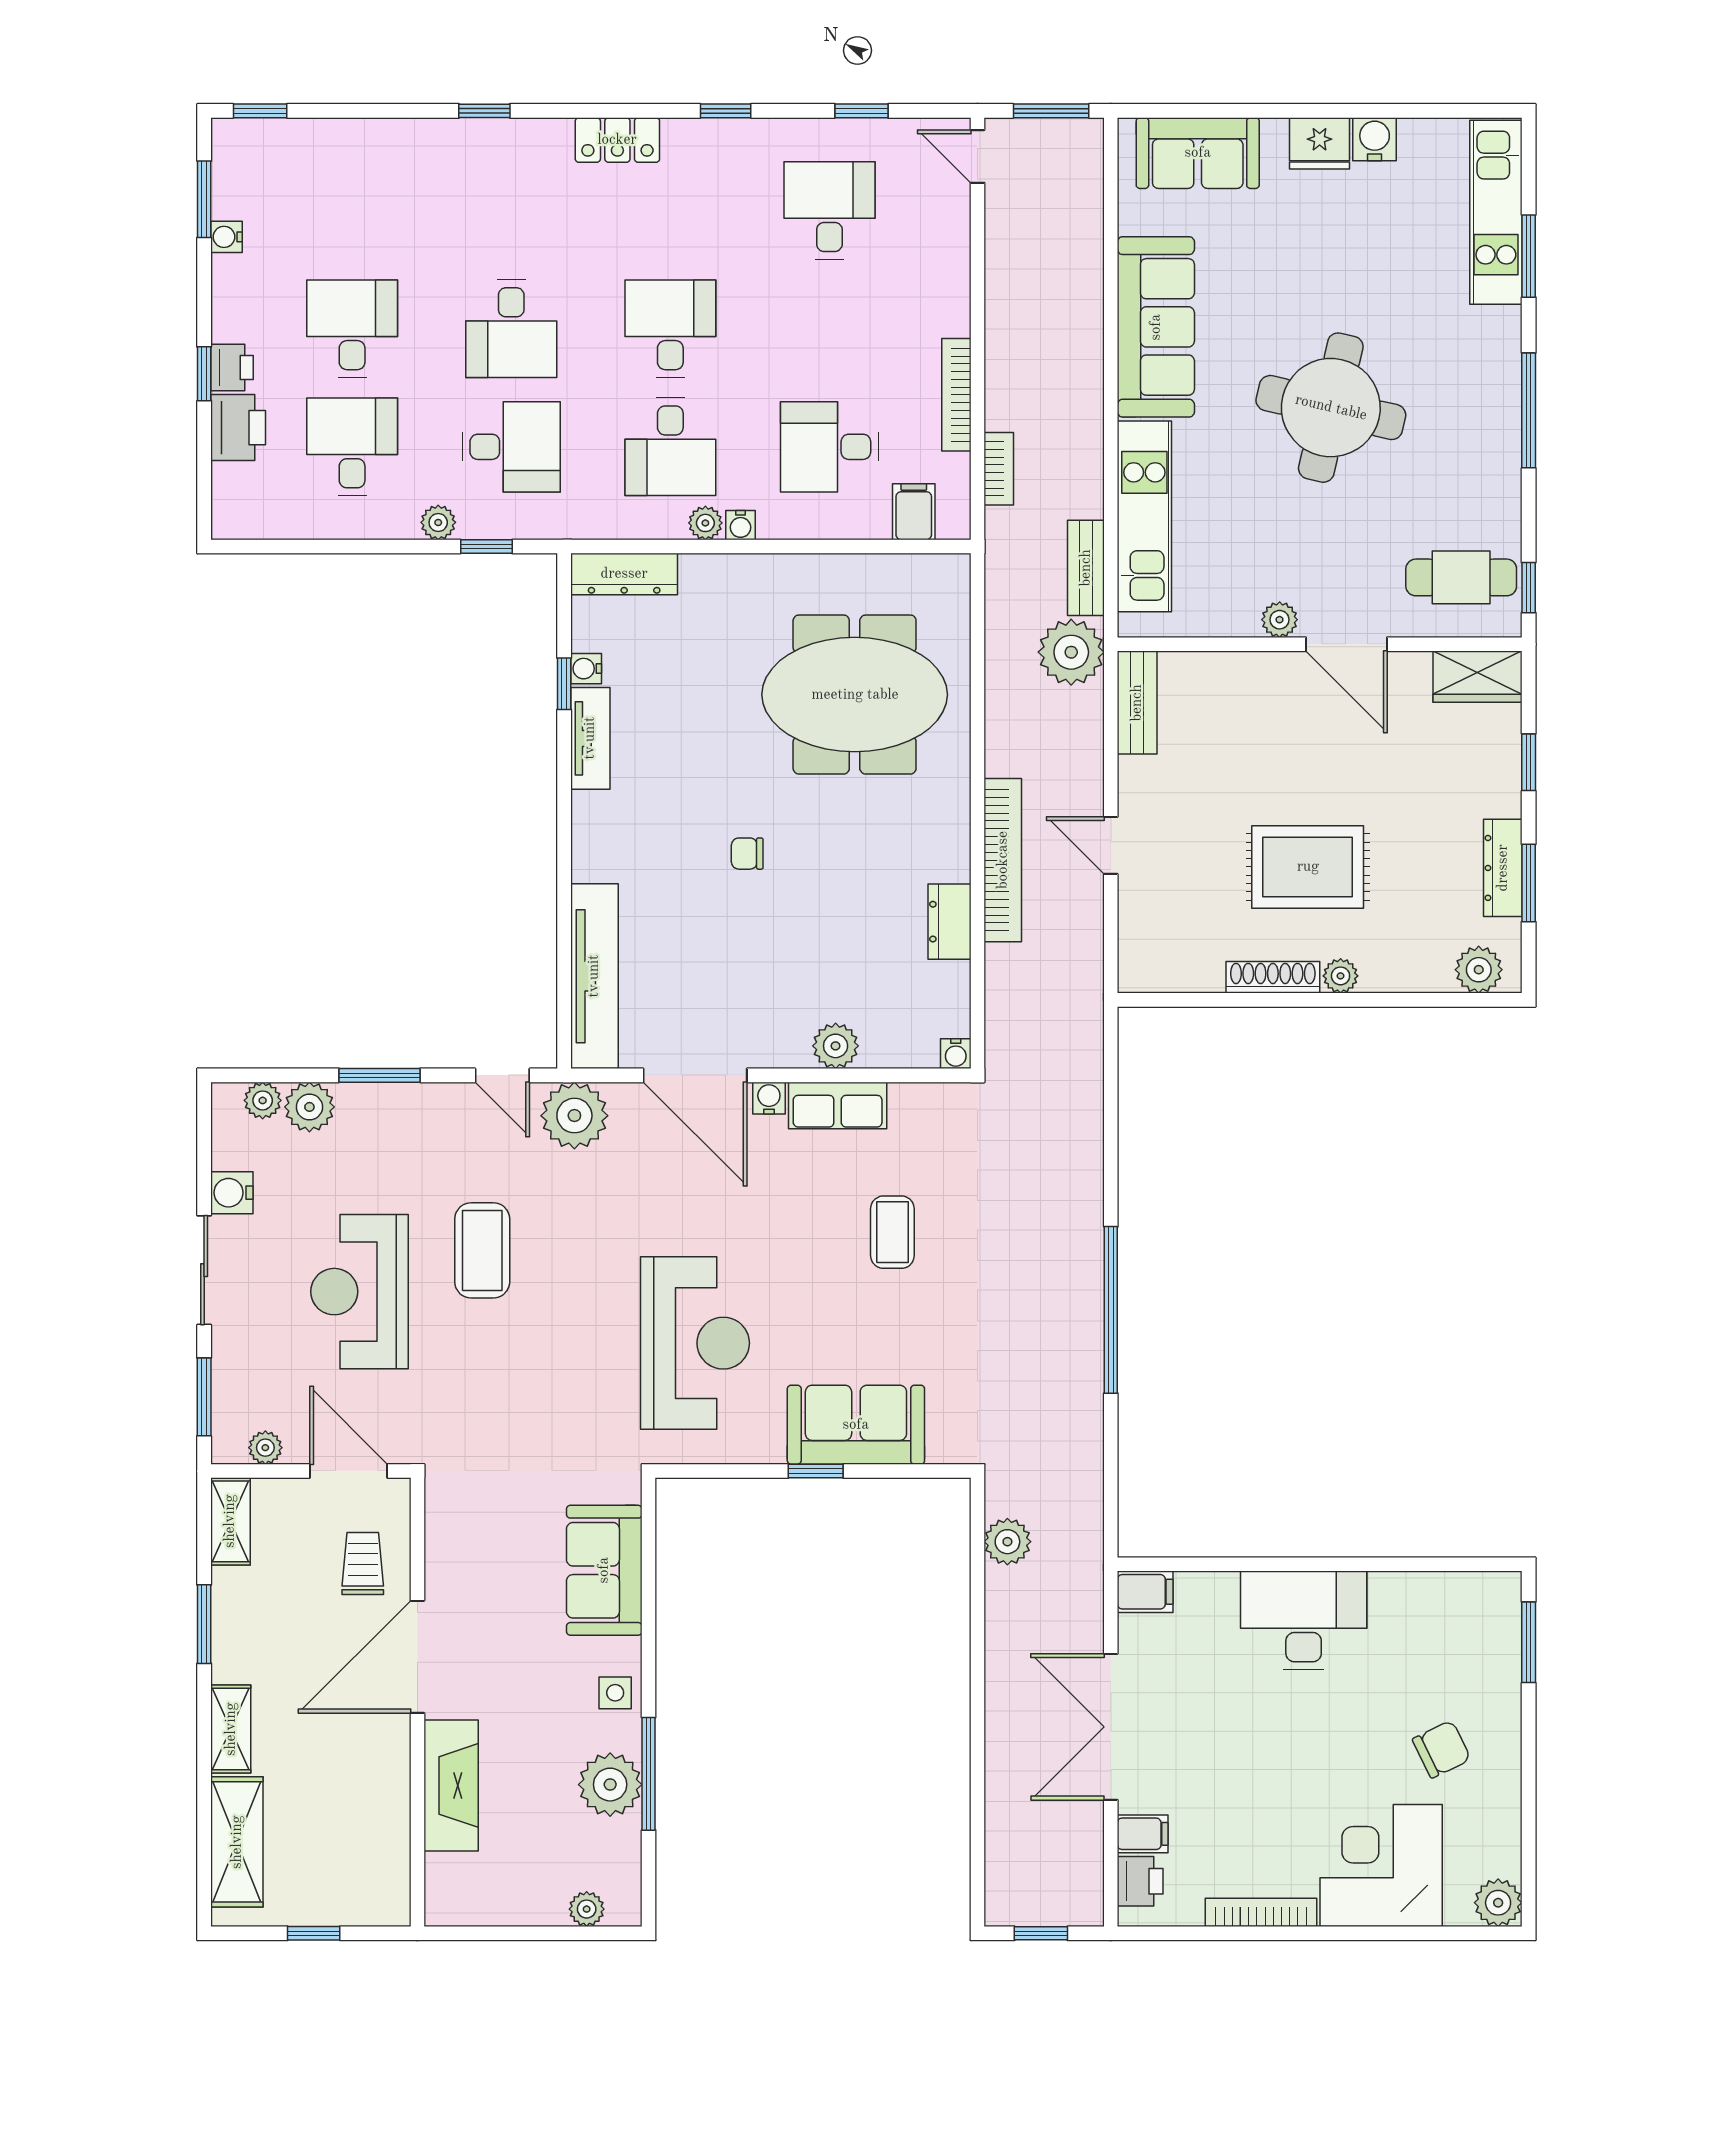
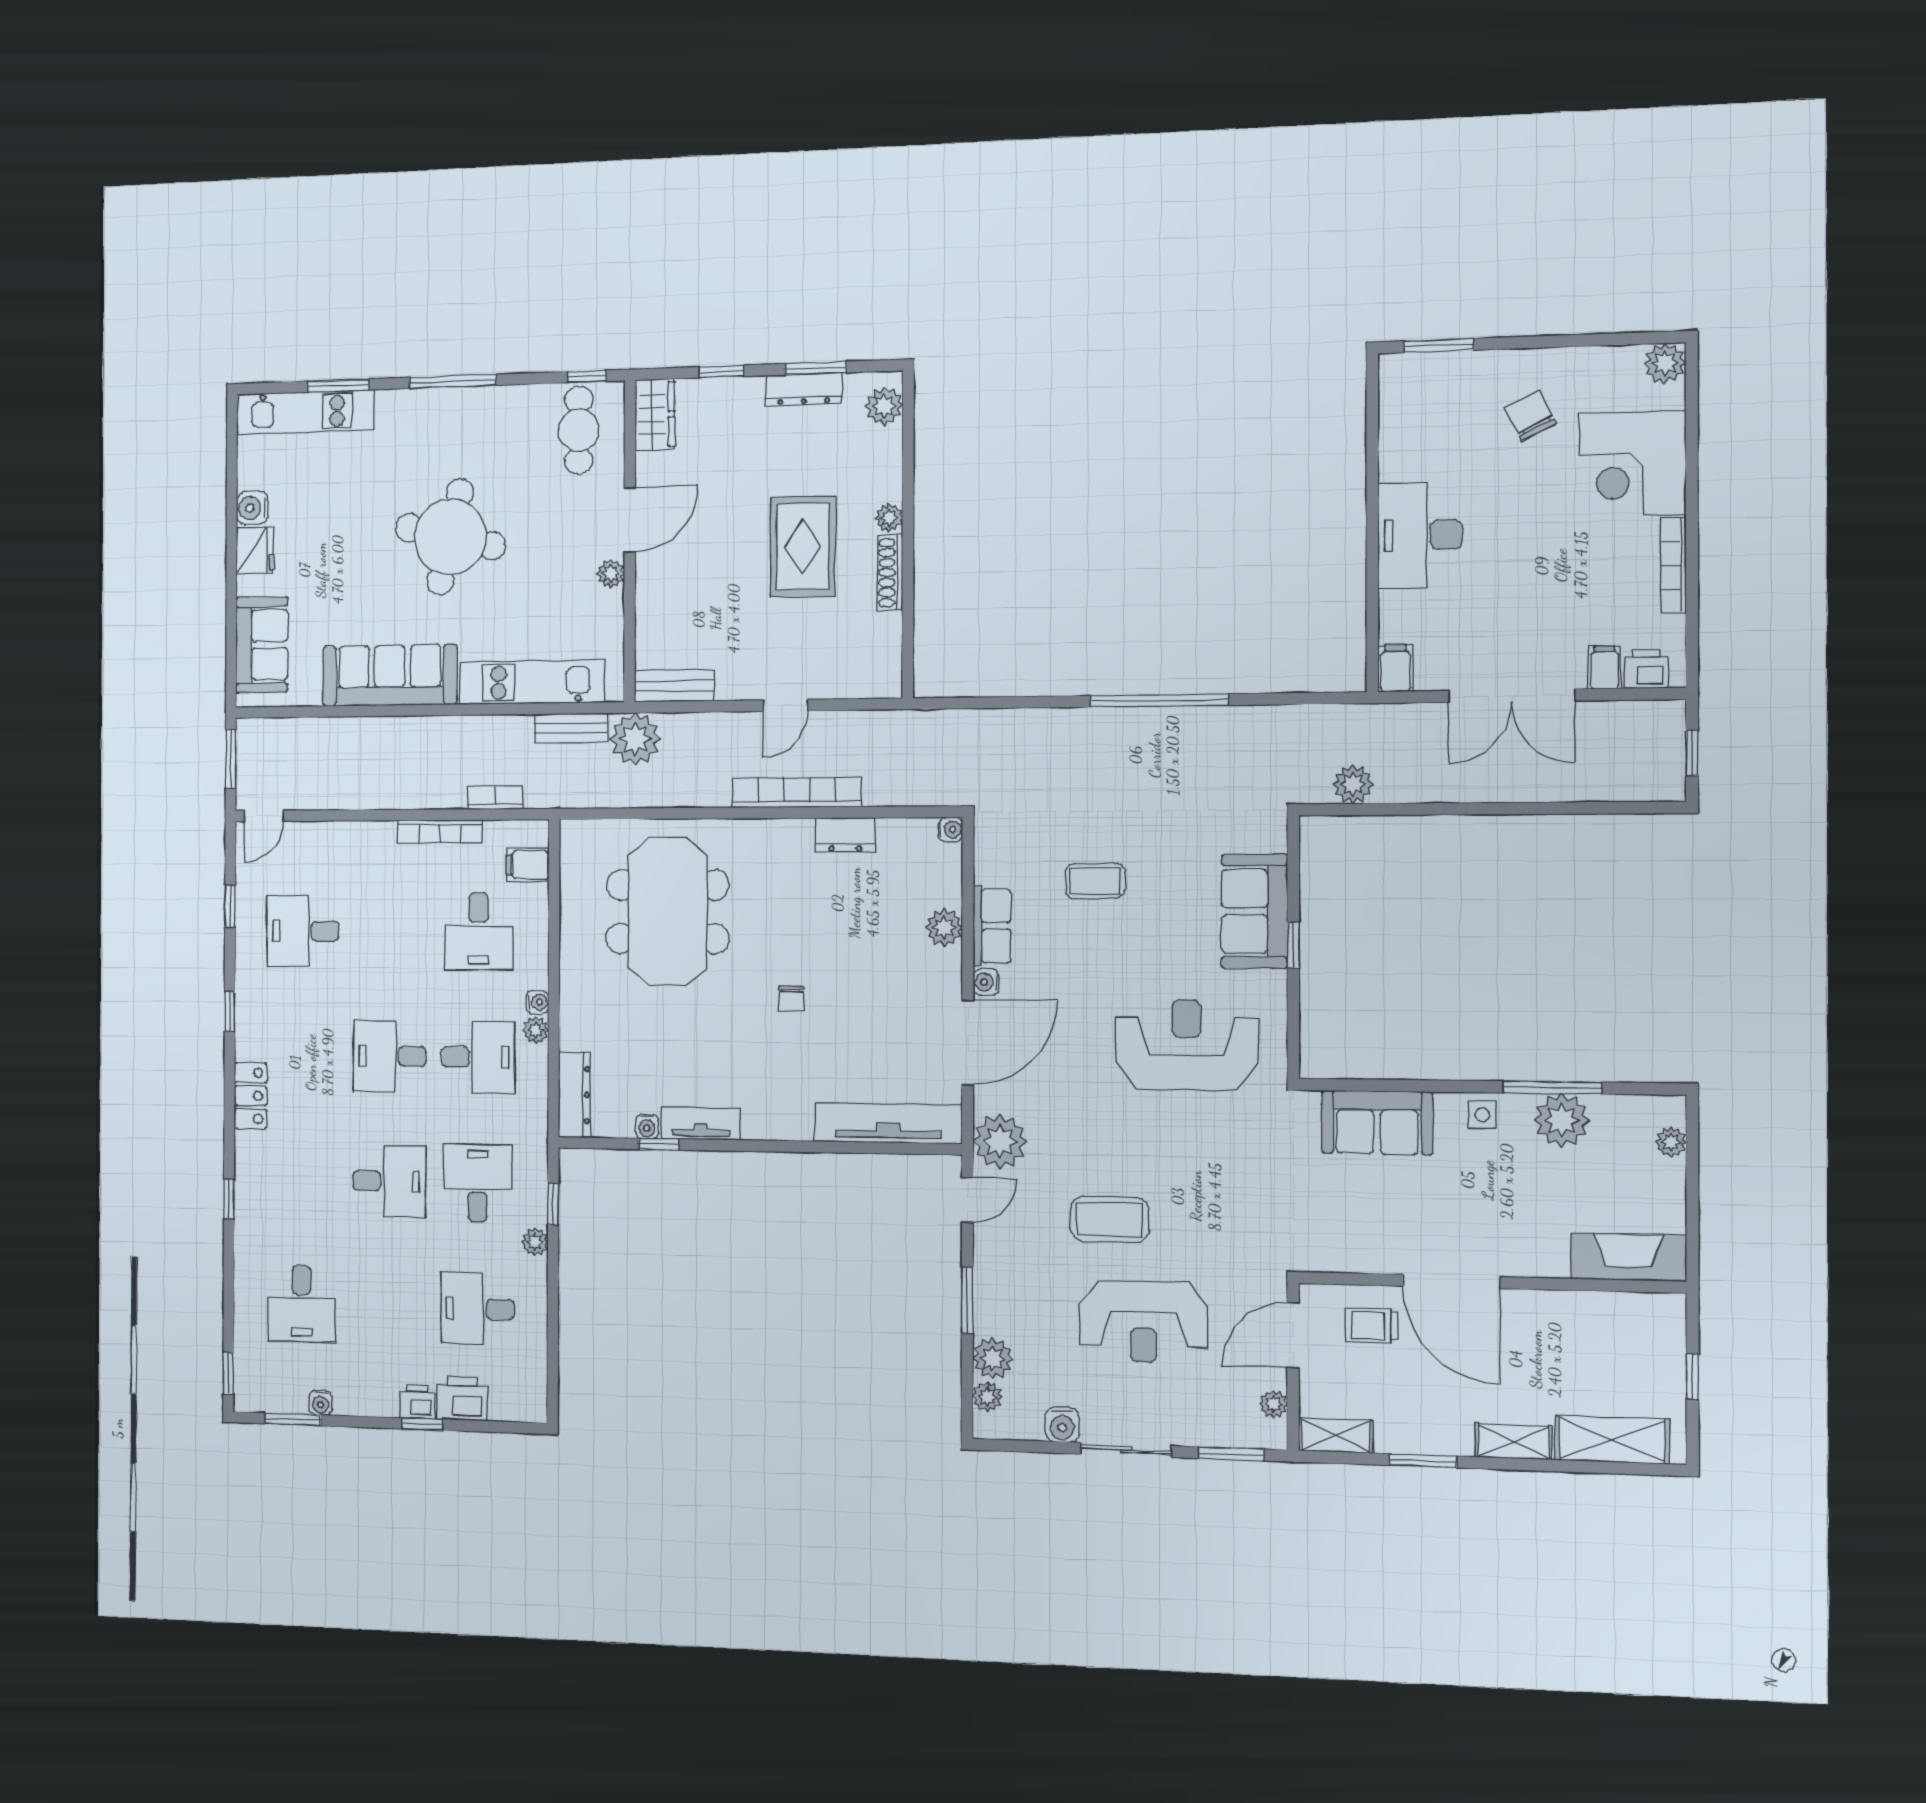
desk: (352, 329) -> (301, 1304), moved, turned -90
fireplace: (451, 1785) -> (1629, 1257), moved

